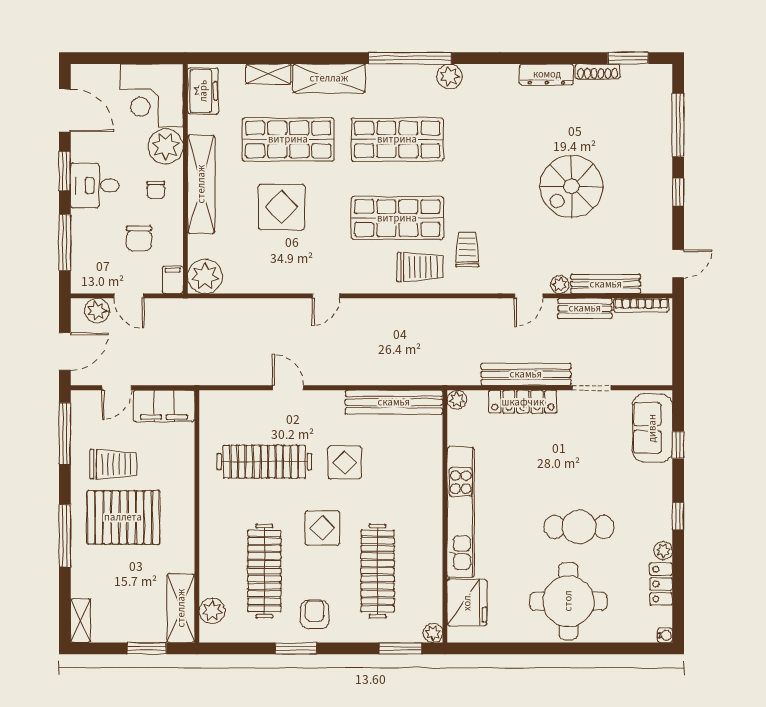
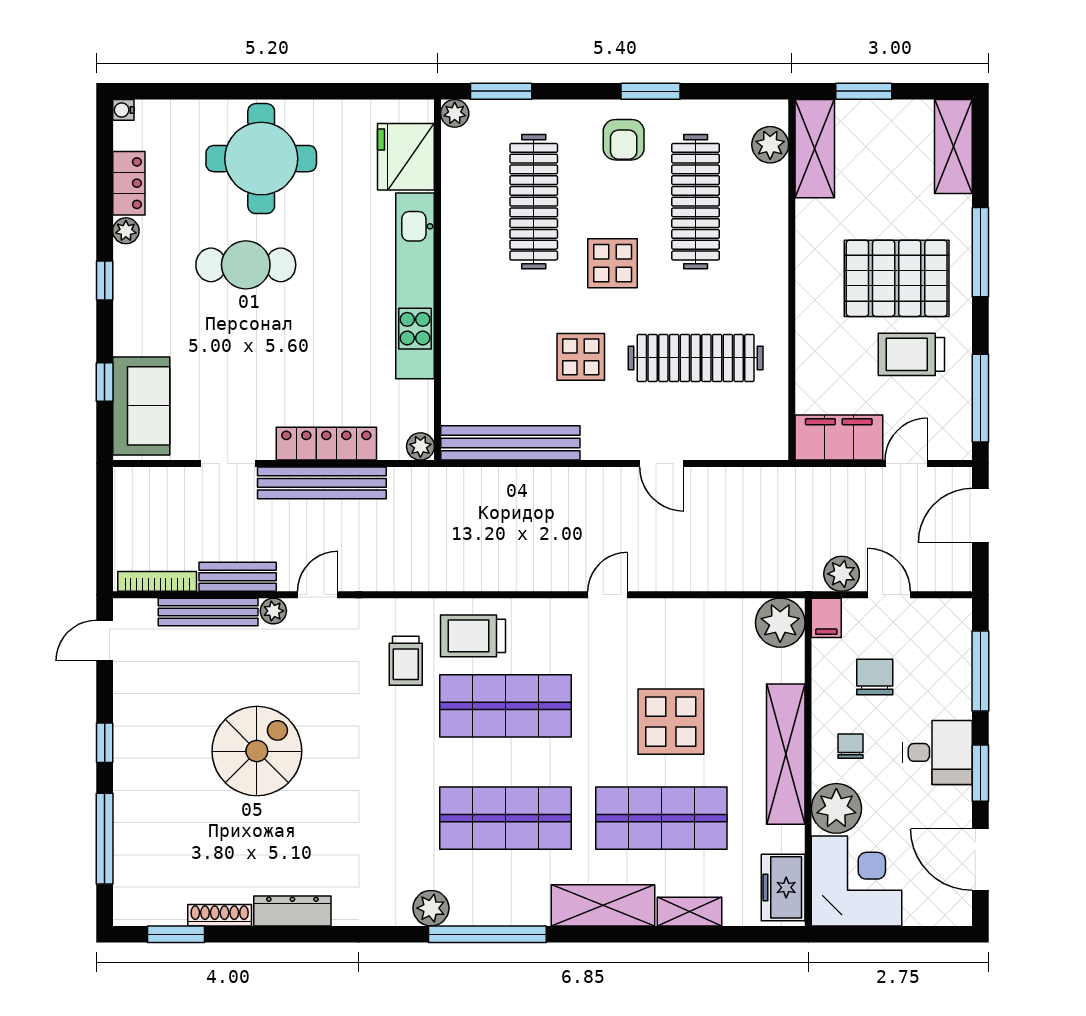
plant: (97, 311) -> (842, 574), moved
shelving: (80, 621) -> (953, 147), width x1.50, depth x1.33

